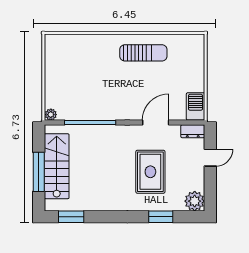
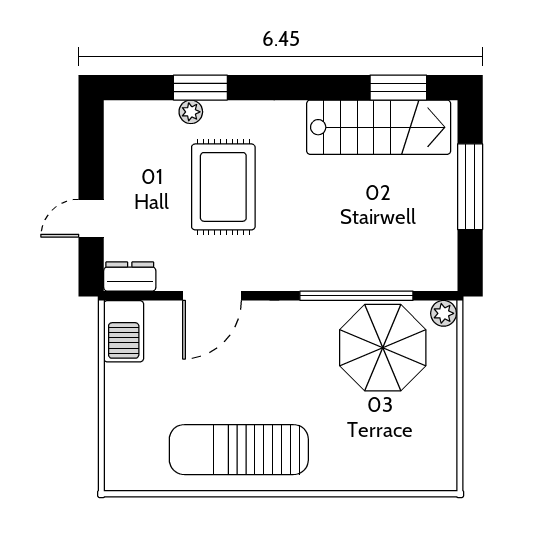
sun lounger: (143, 53) -> (239, 450), width x1.36, depth x1.34
parasol: (78, 99) -> (383, 348), added
stairs: (57, 166) -> (379, 127), moved, turned -90
plant: (195, 201) -> (191, 112), moved, width x0.53, depth x0.53

